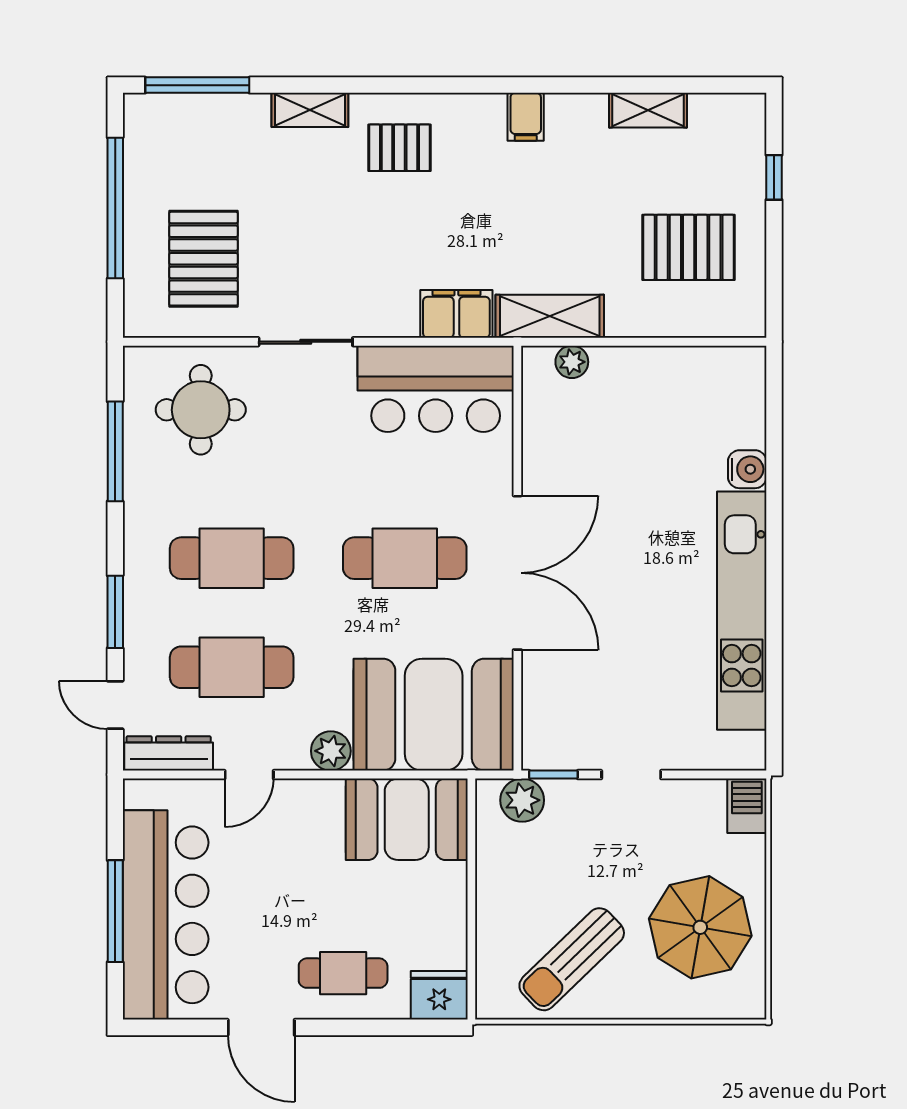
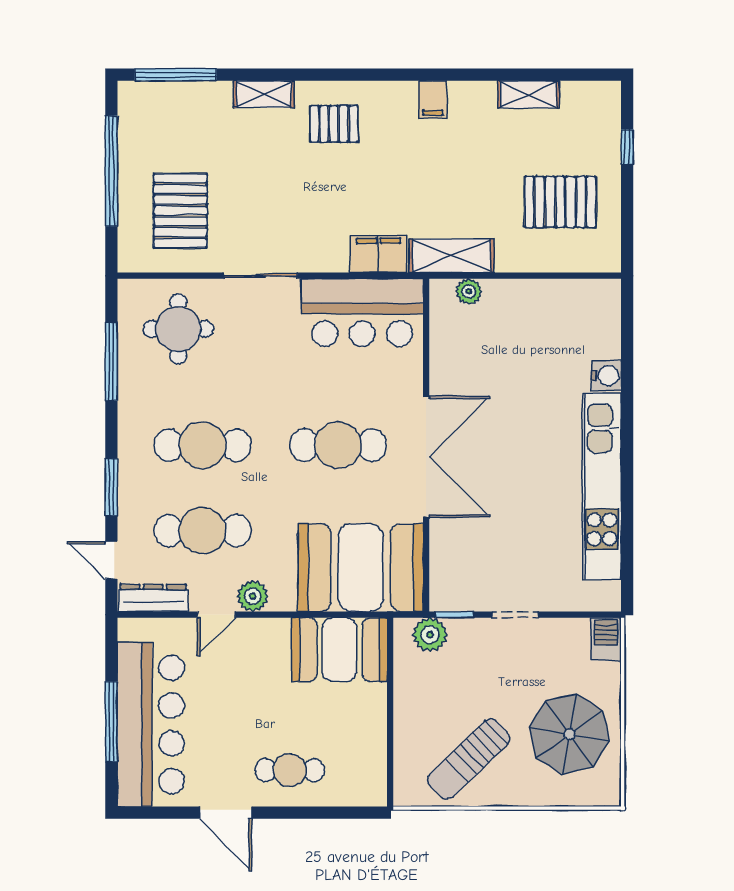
plant: (331, 751) -> (253, 596), moved
fridge: (439, 995) -> (365, 787), removed

